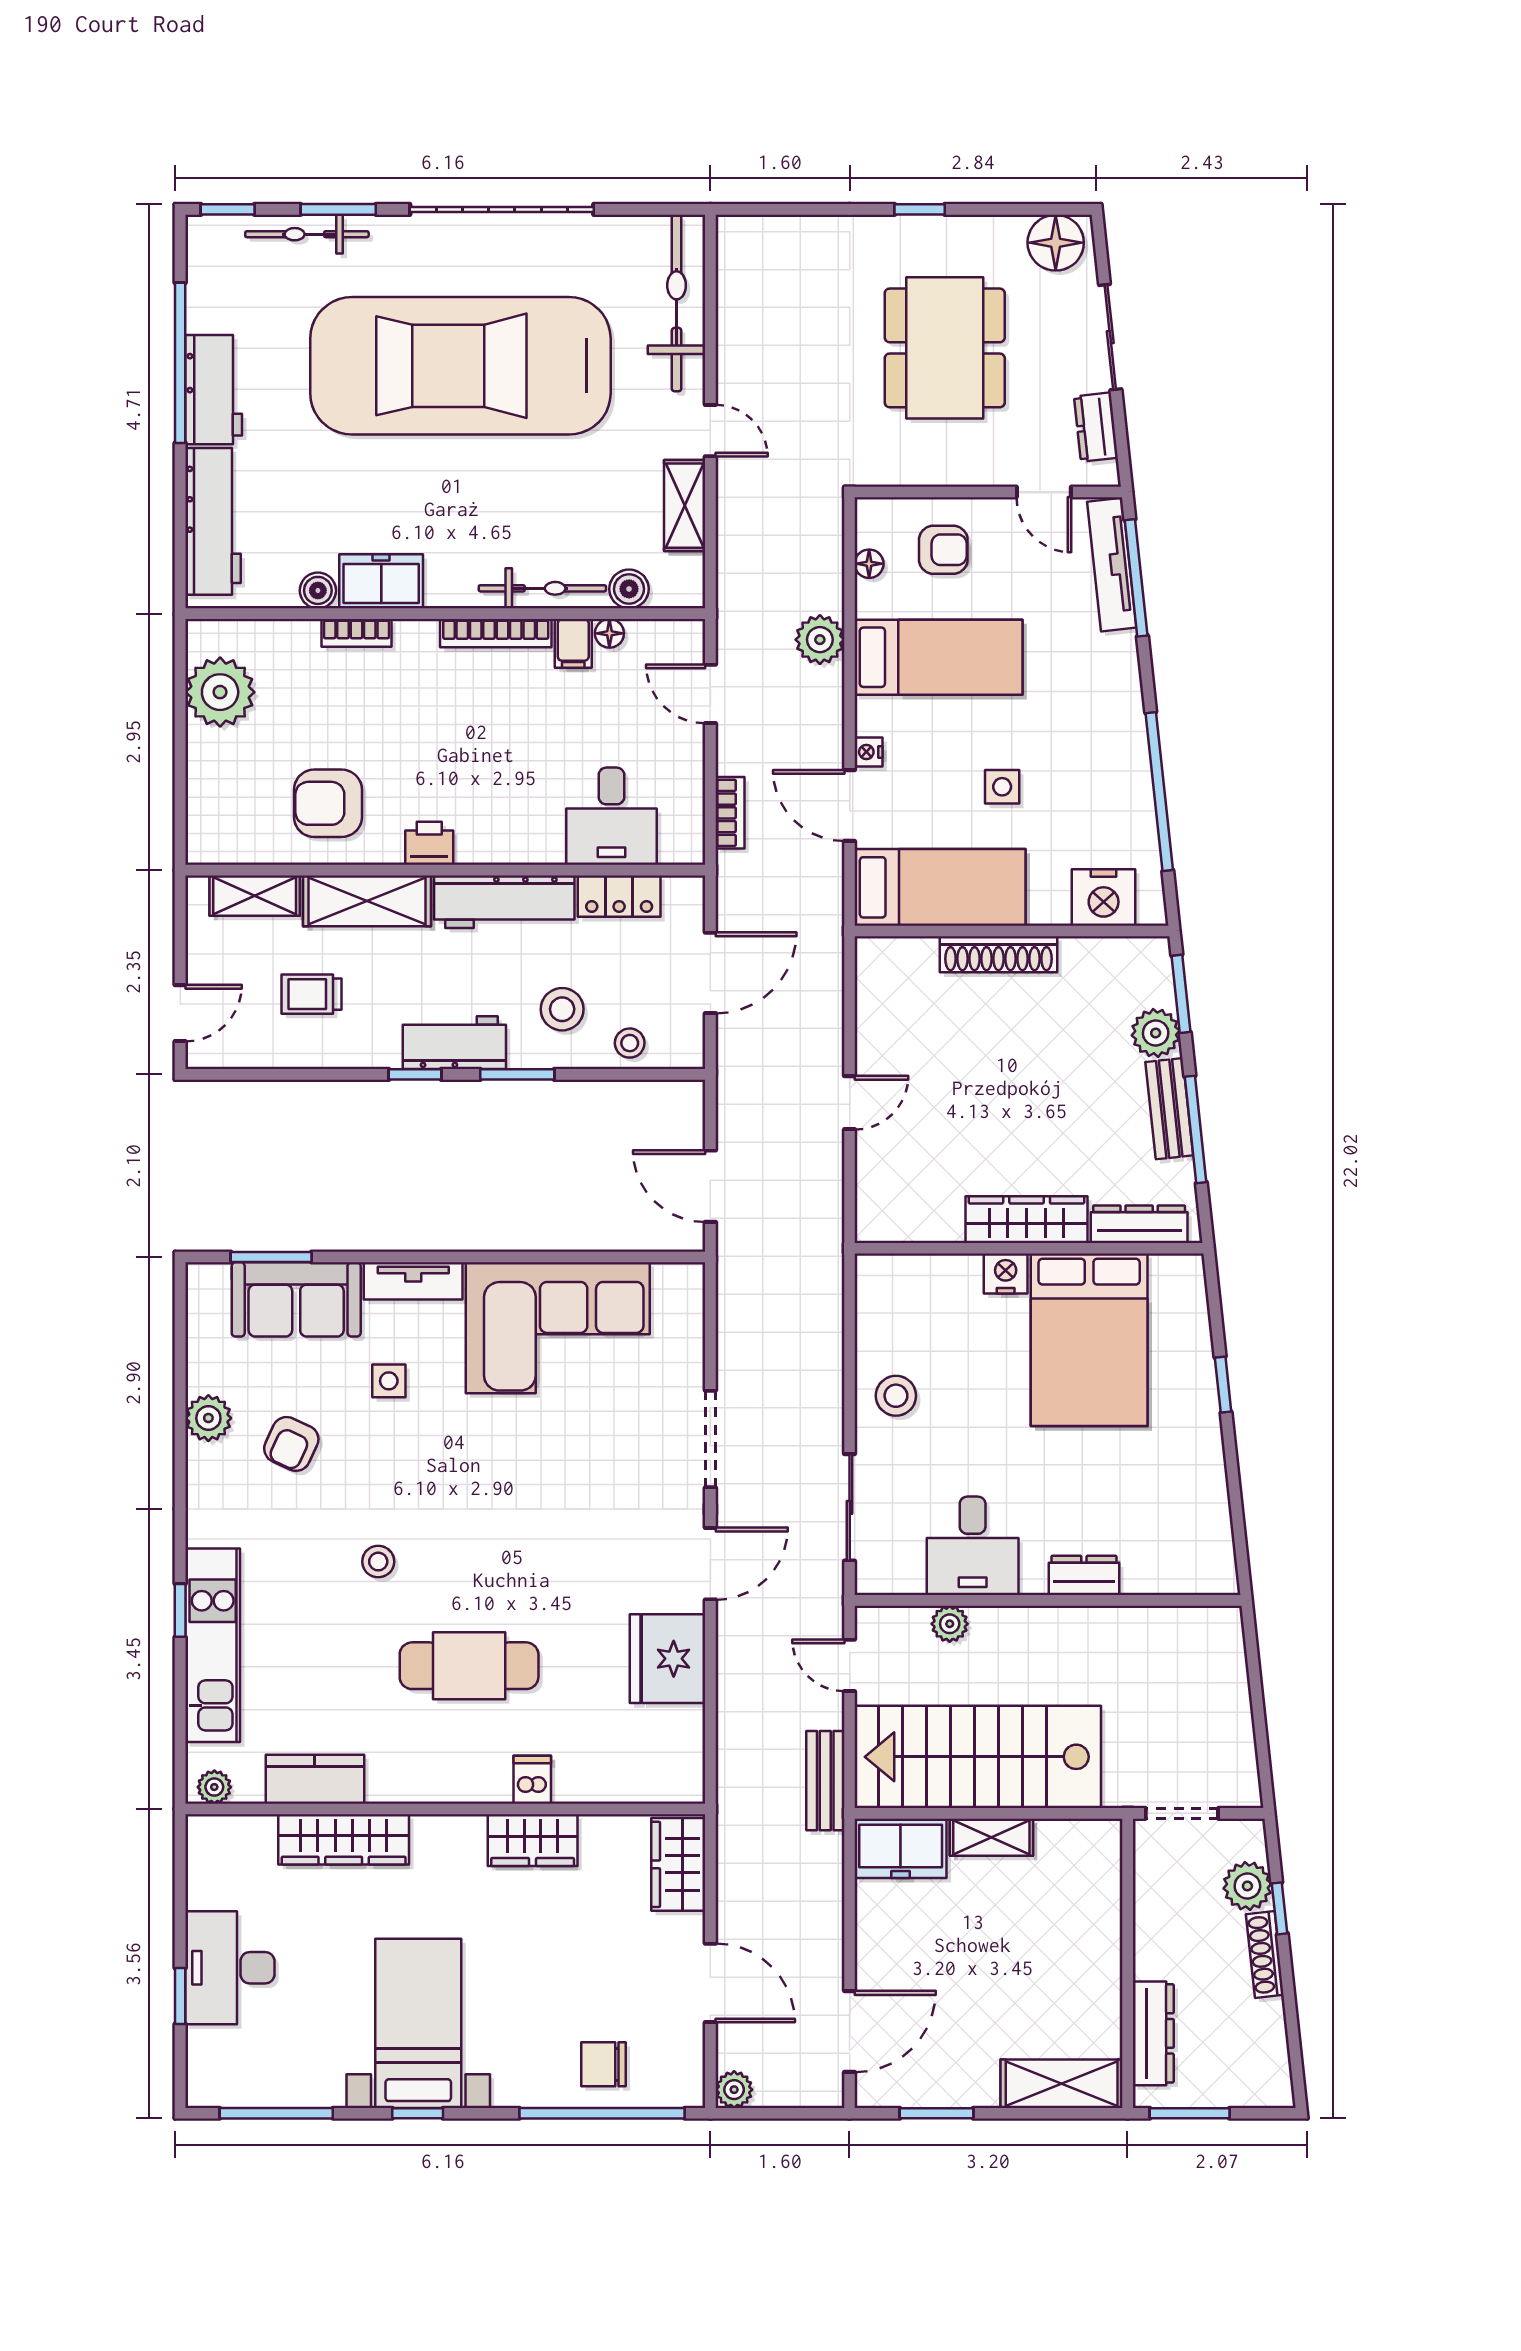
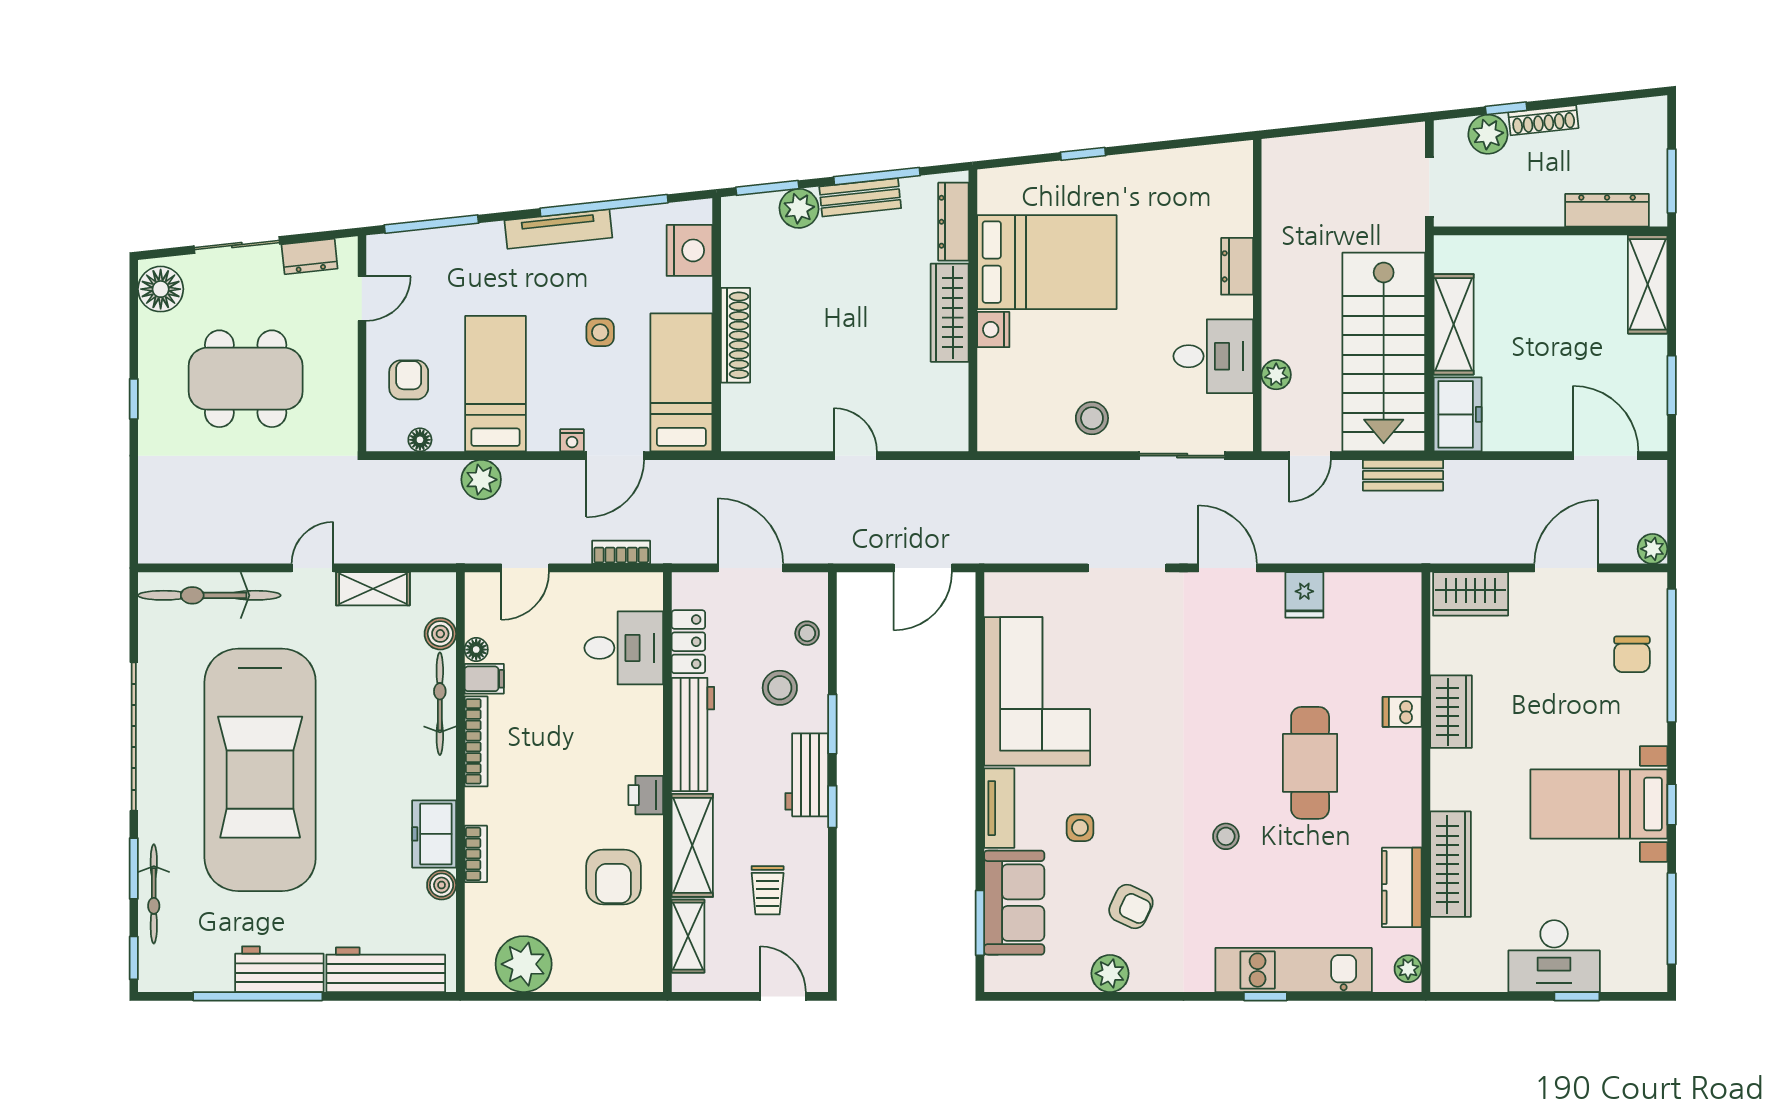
tv unit: (1112, 565) -> (558, 229), moved
fridge: (668, 1659) -> (1304, 595), width x0.53, depth x0.75
shelving: (991, 1837) -> (1454, 324), width x1.50, depth x1.33

